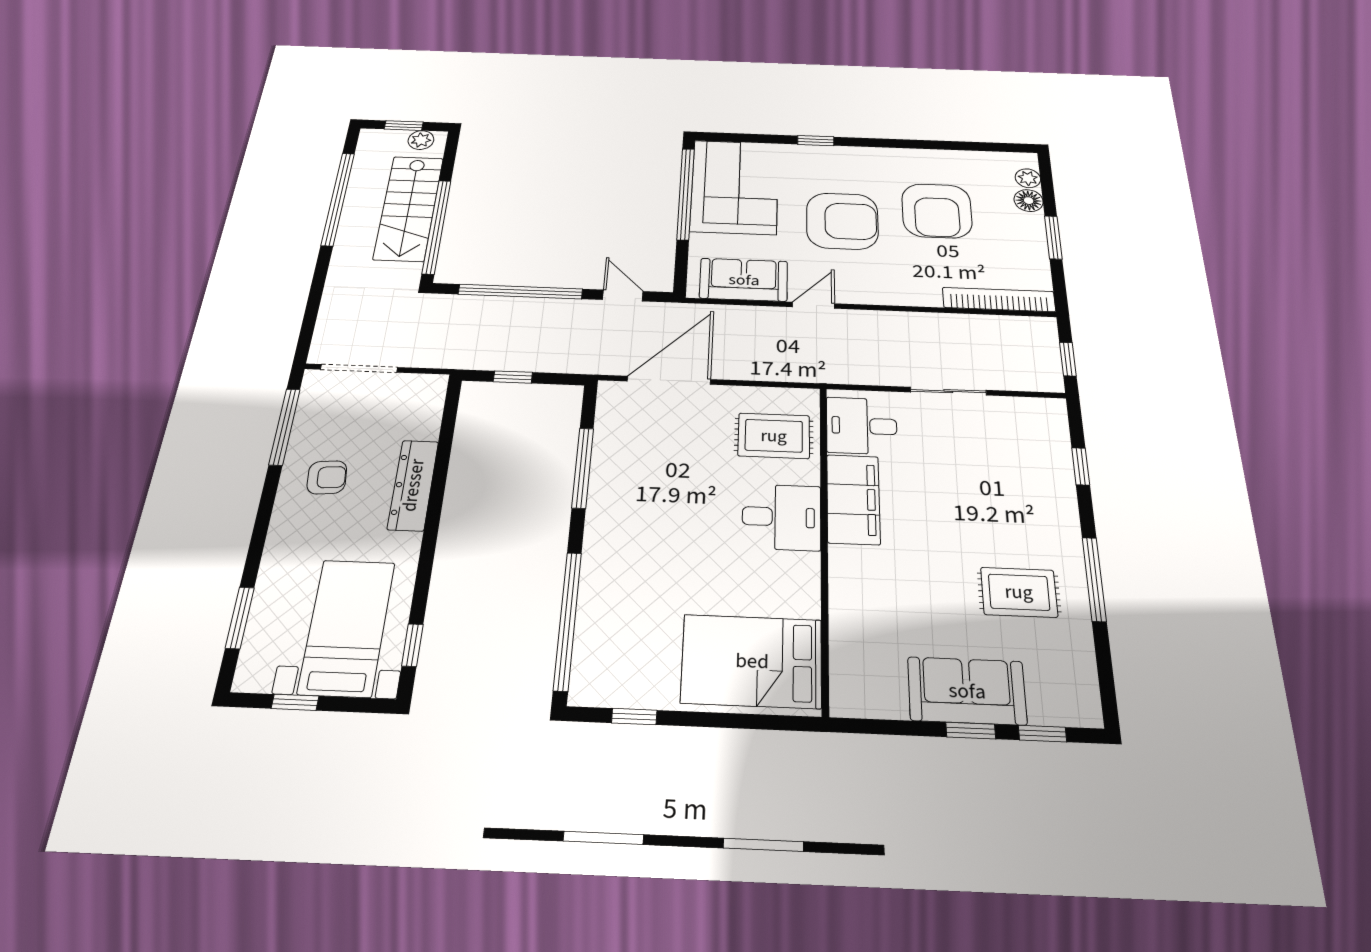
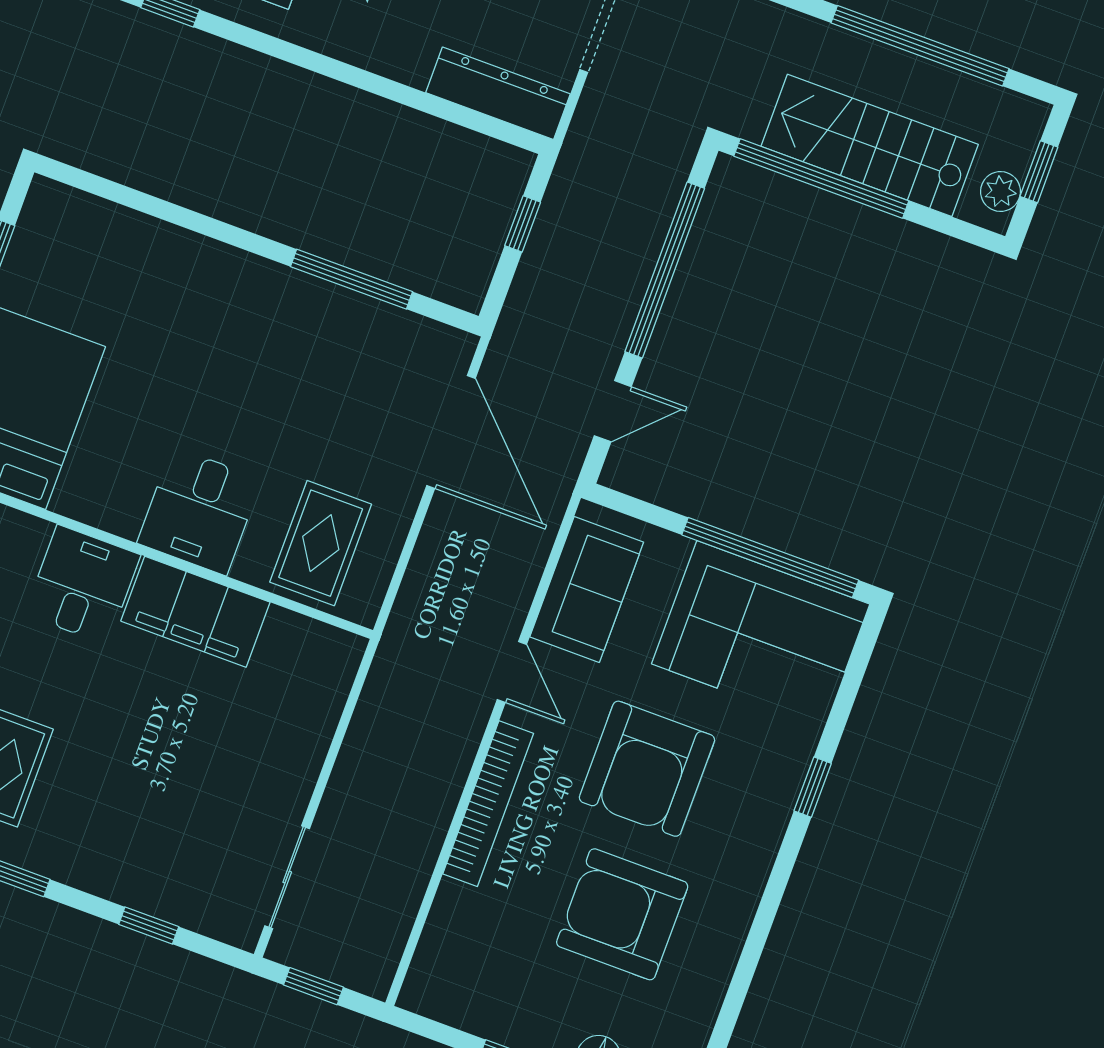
bookcase: (999, 300) -> (488, 804), moved
sliding door: (948, 391) -> (287, 877), moved
desk: (862, 426) -> (83, 585), moved
dresser: (413, 485) -> (498, 93), moved
window: (568, 620) -> (143, 203), removed

